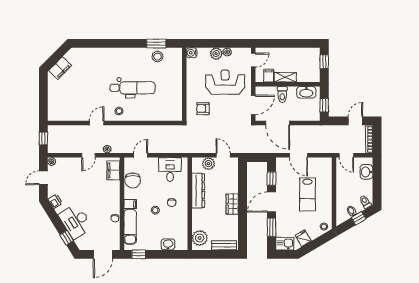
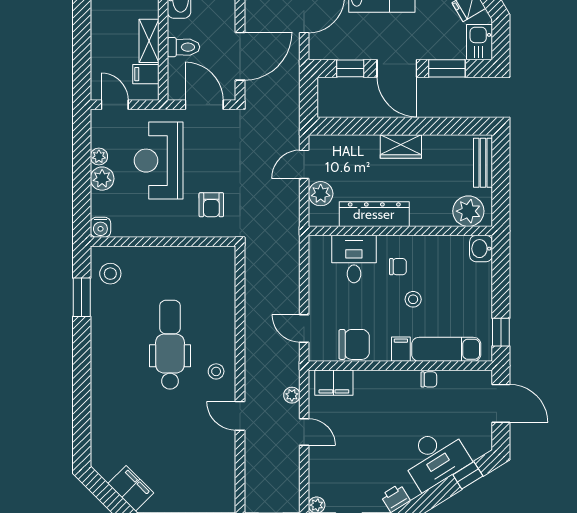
stool: (157, 57) -> (110, 274), moved
desk: (170, 169) -> (354, 259), moved, turned 90
washbasin: (168, 244) -> (481, 249), moved

